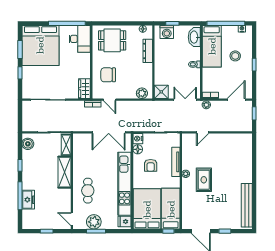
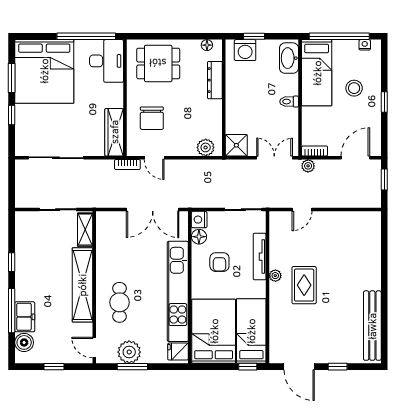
chair: (108, 75) -> (152, 118), turned -90
wardrobe: (84, 89) -> (114, 132), width x1.50
boiler: (28, 144) -> (24, 342), moved
shelving: (64, 172) -> (82, 285), width x1.47

